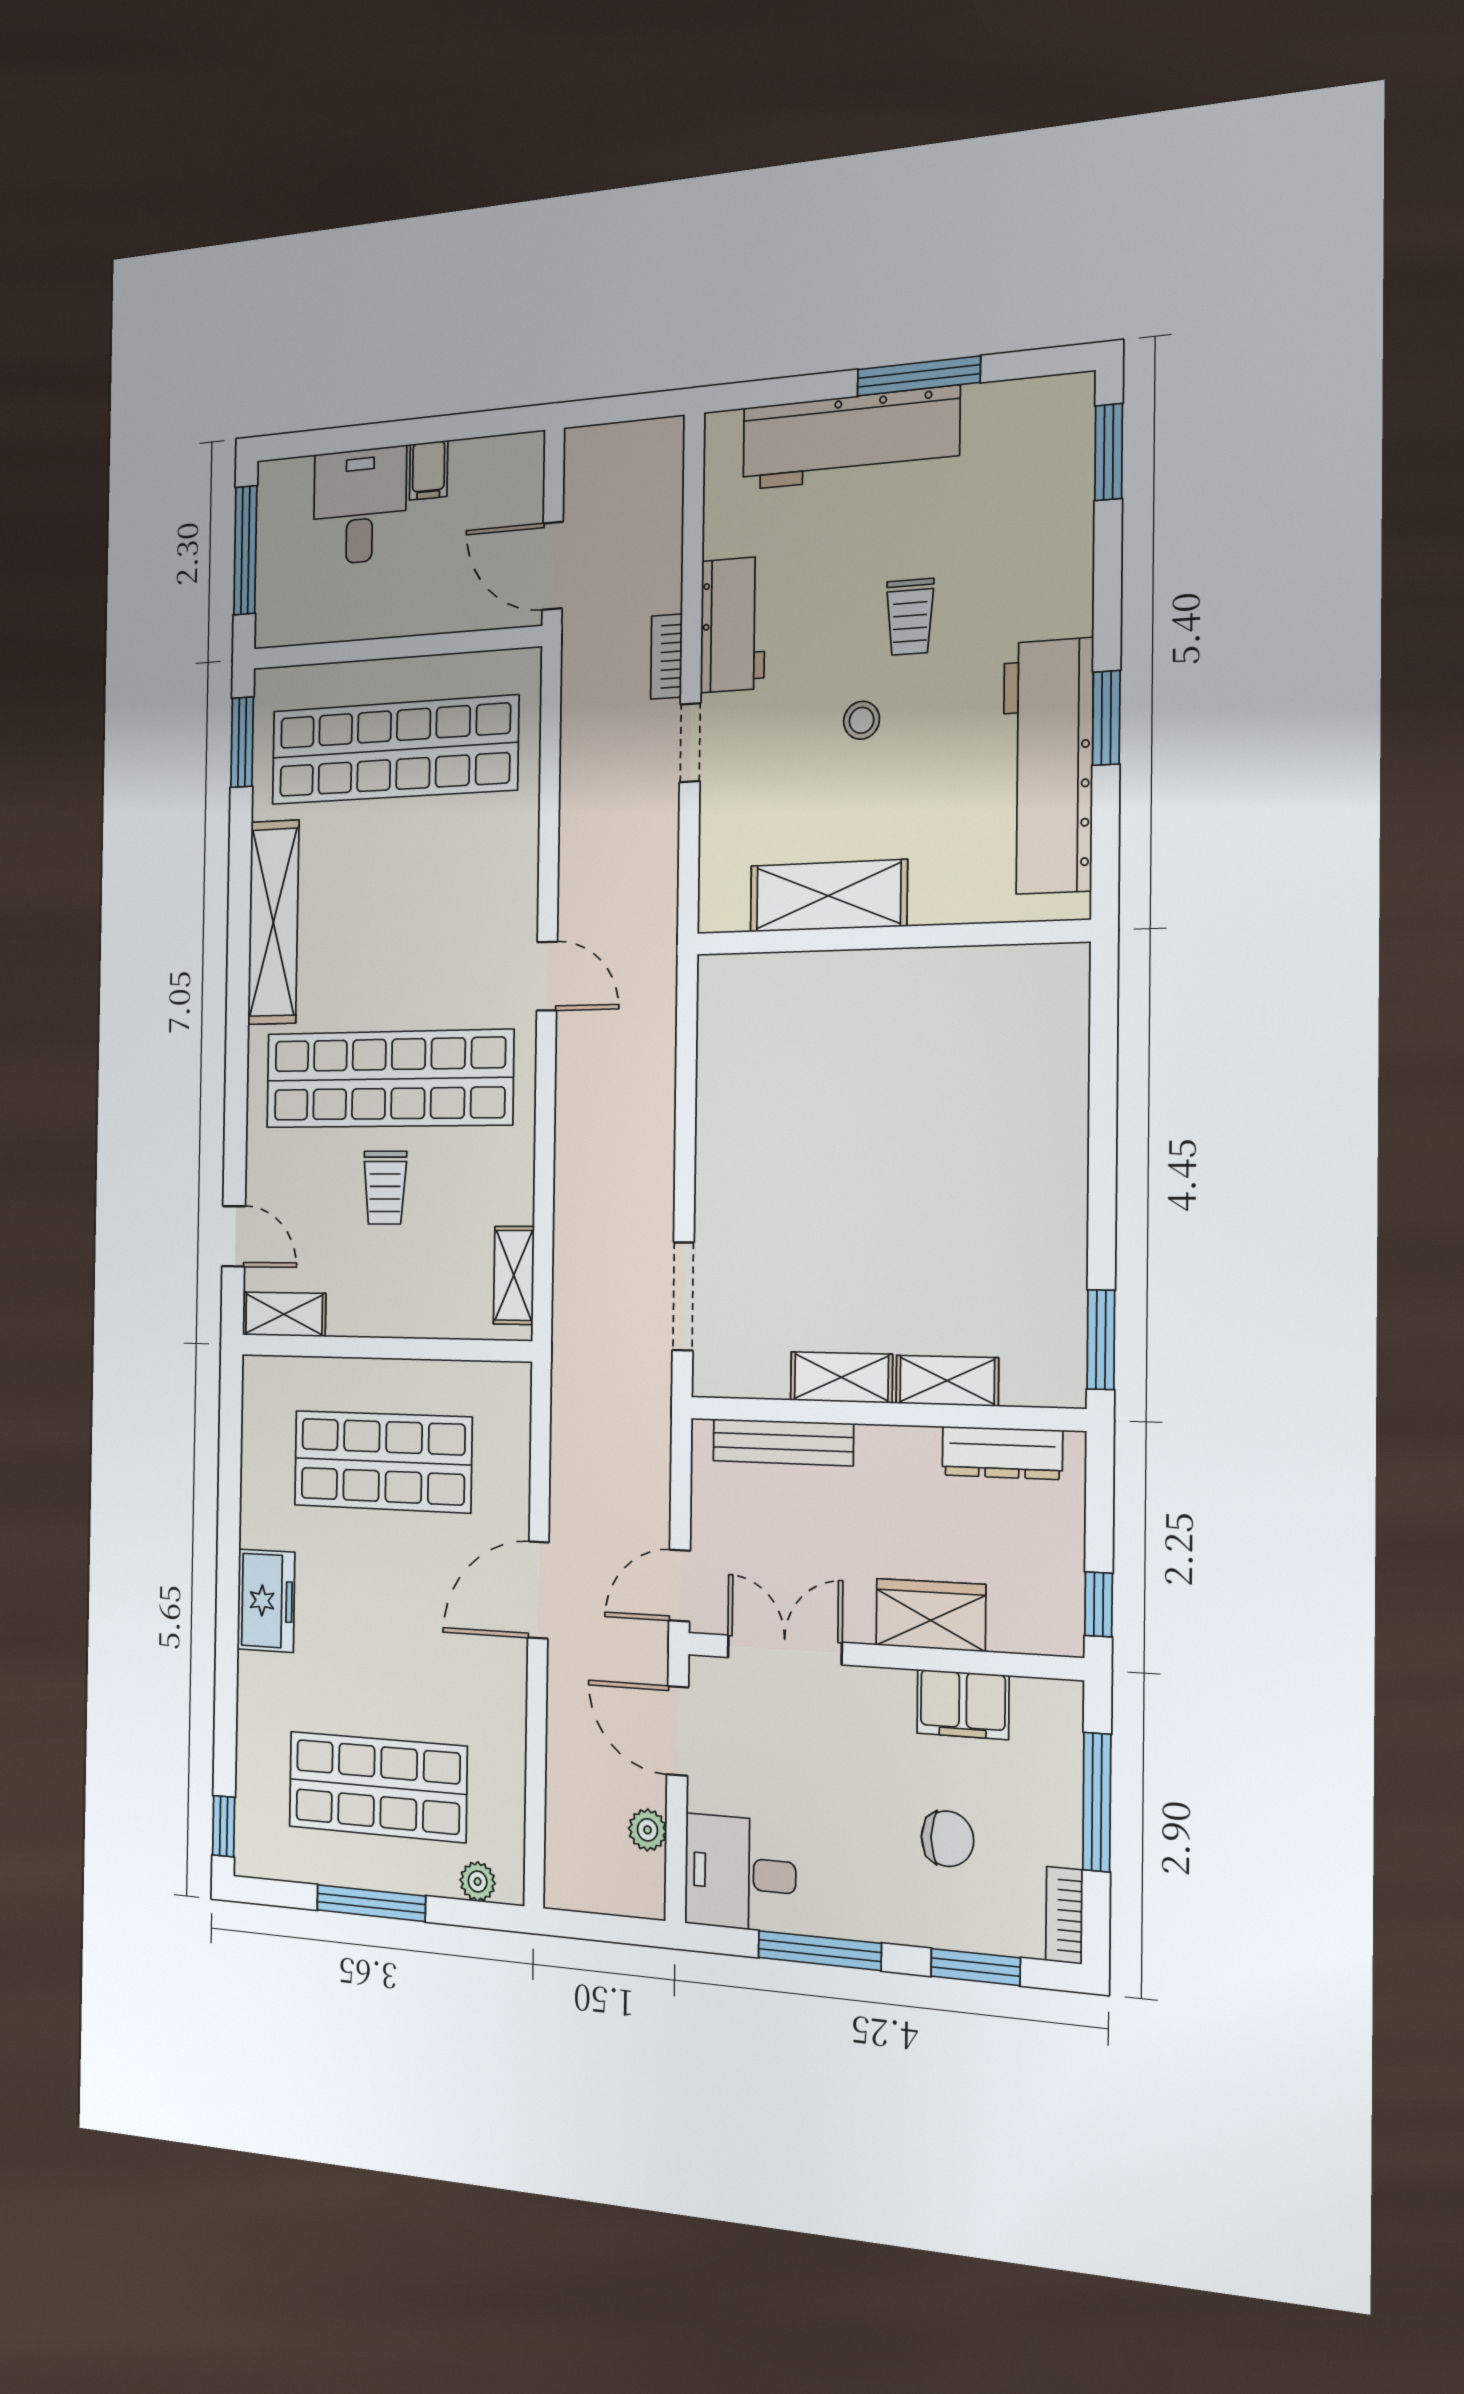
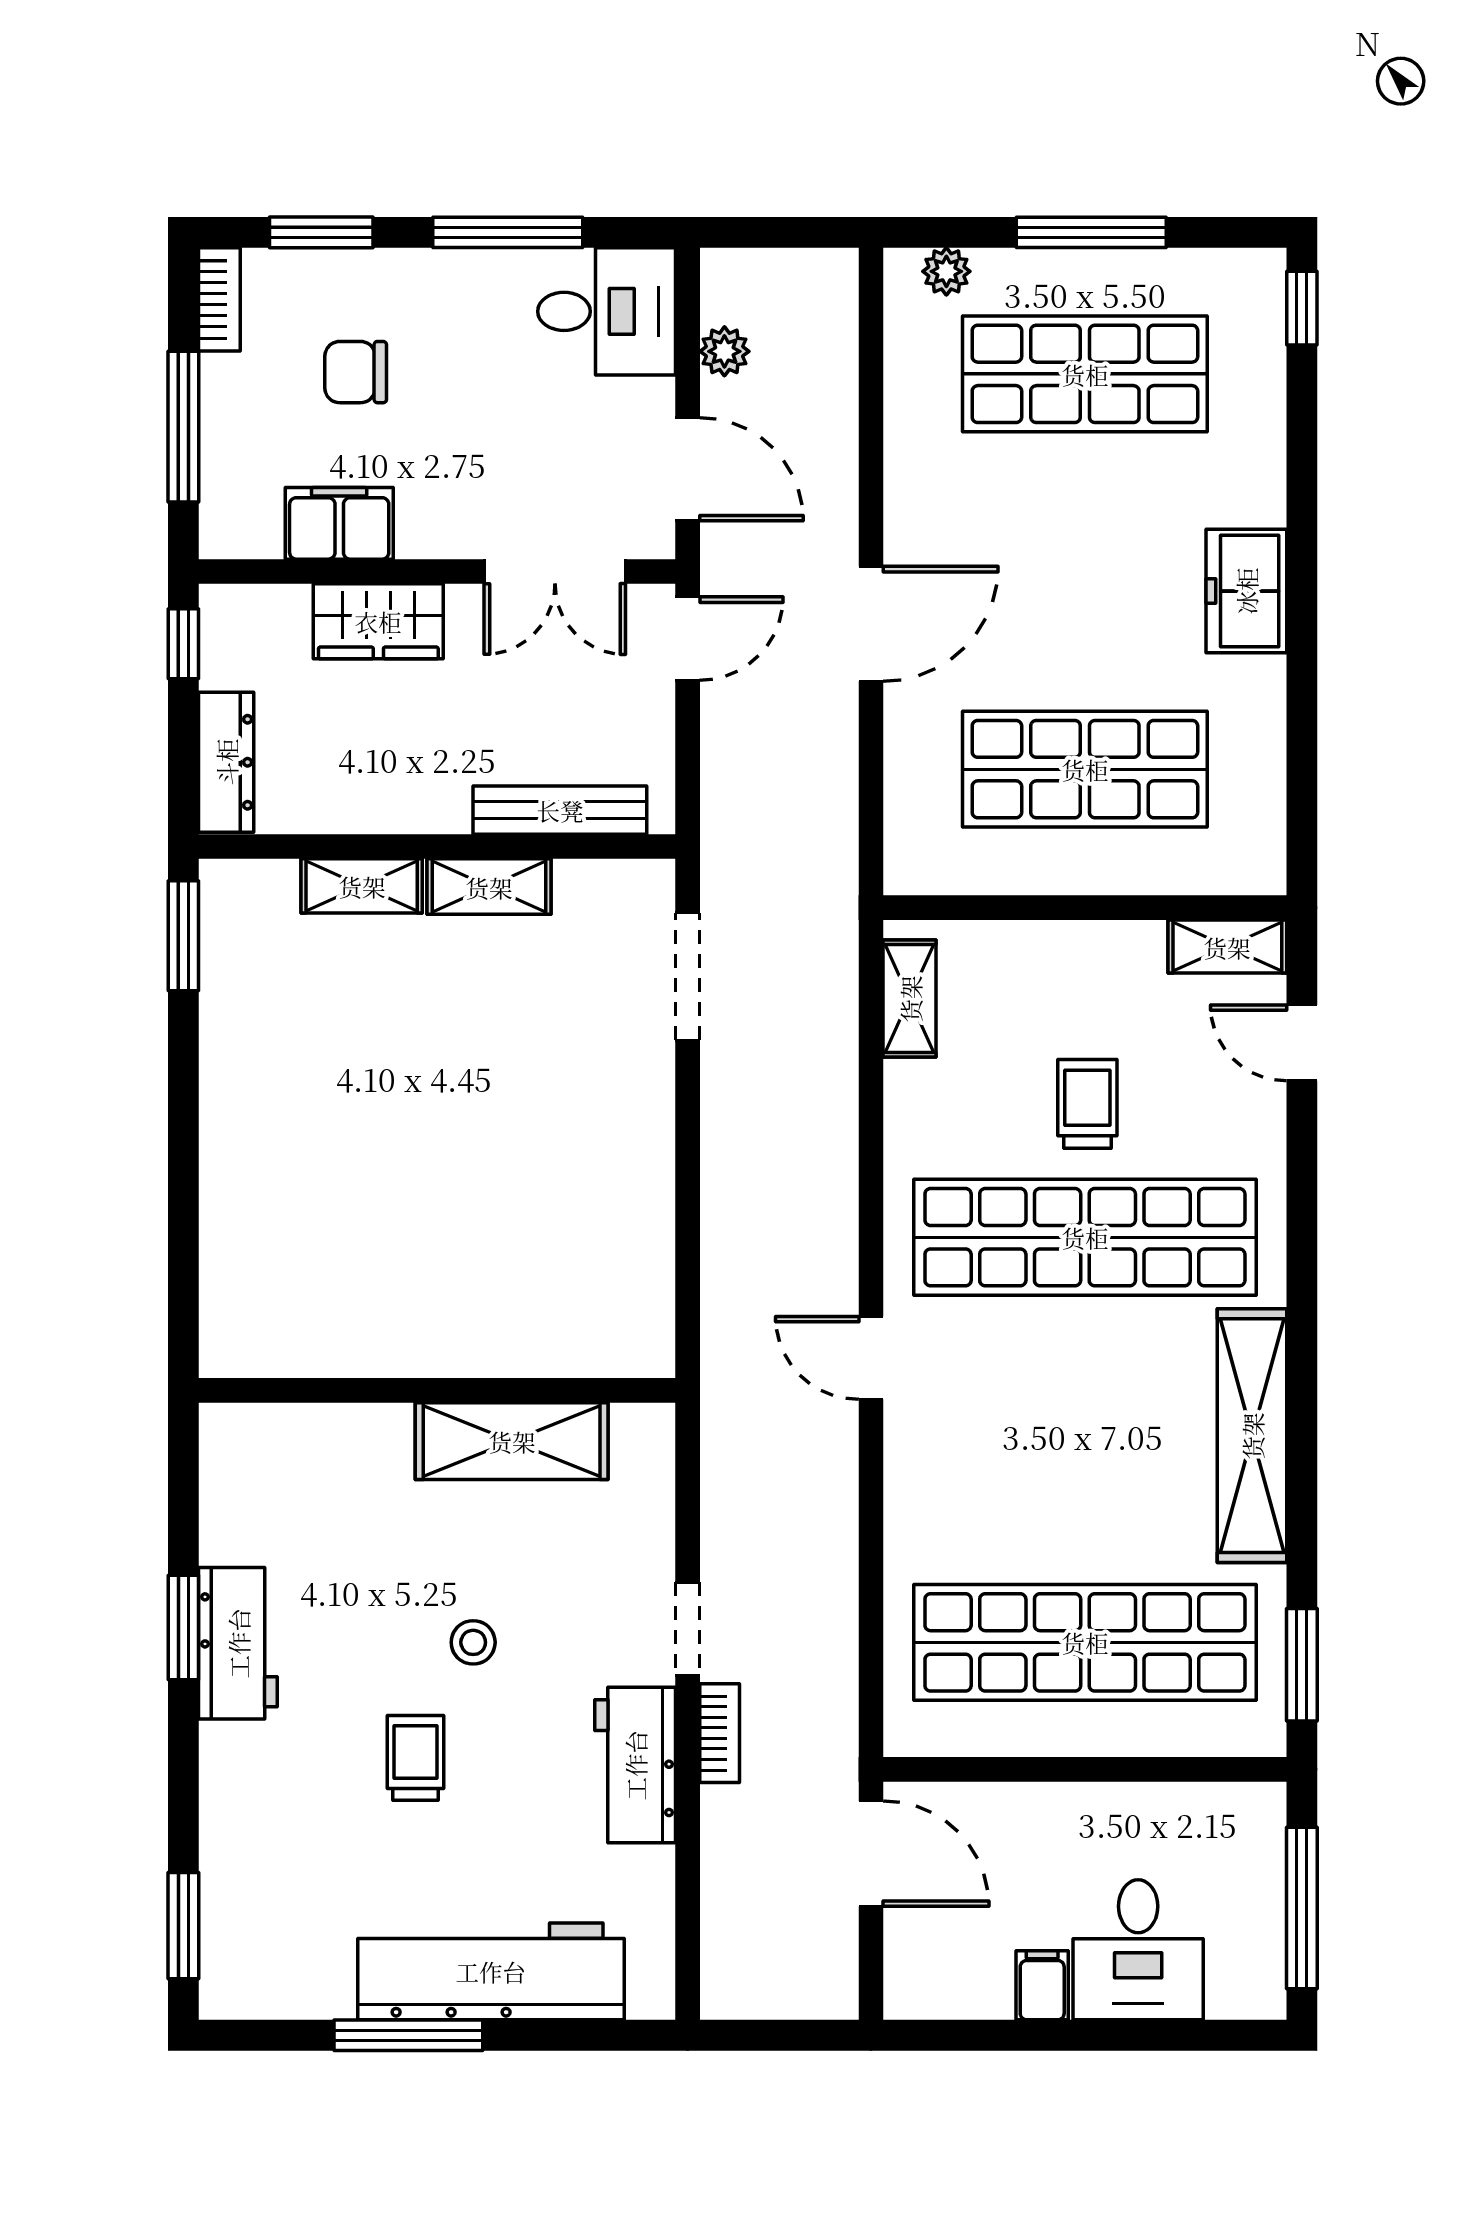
workbench: (1048, 767) -> (238, 1643), width x0.53, depth x0.76
dresser: (1002, 1453) -> (226, 762), moved, turned 90

